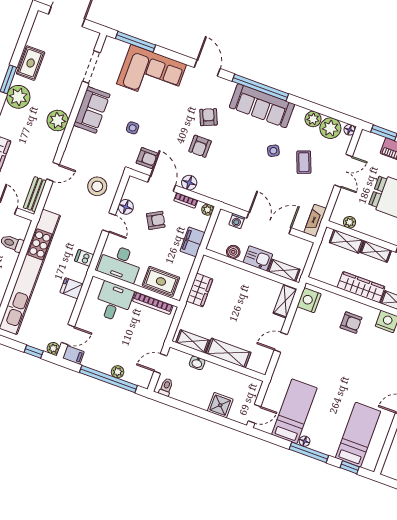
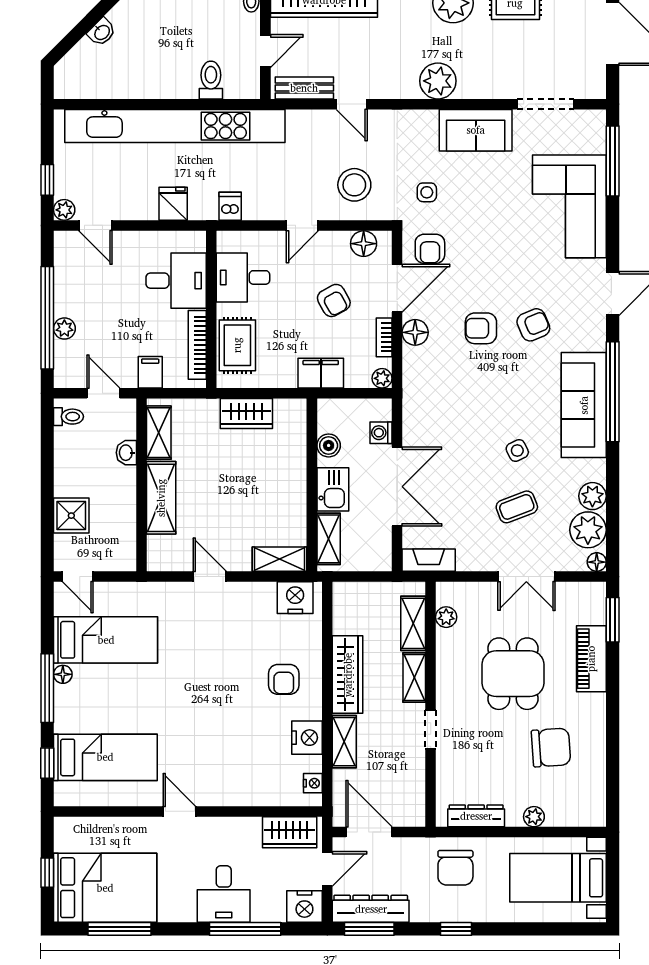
side table: (133, 128) -> (427, 192), moved
floor lamp: (126, 207) -> (364, 244), moved
desk: (120, 263) -> (243, 277), width x0.73
filing cabinet: (73, 355) -> (150, 372), moved, turned 180

